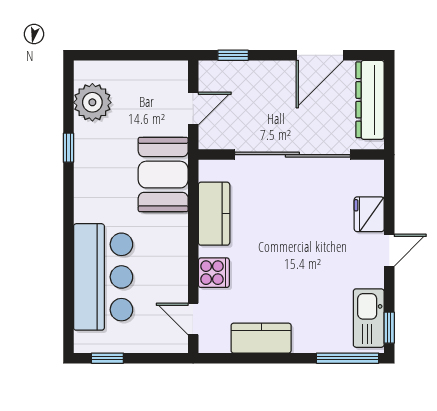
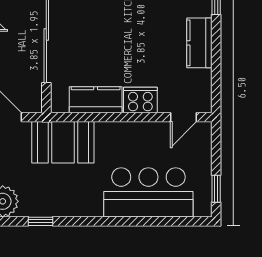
cooker: (214, 273) -> (140, 100), width x1.36
kitchen counter: (261, 338) -> (199, 43), moved

